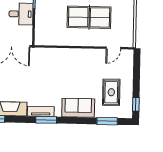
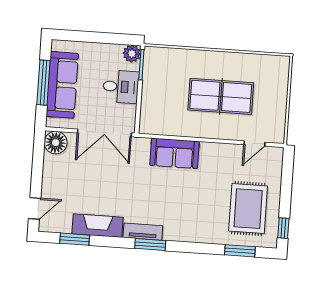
rug: (111, 92) -> (248, 209), width x1.36, depth x1.43
sofa: (78, 108) -> (175, 153), moved, turned 180

